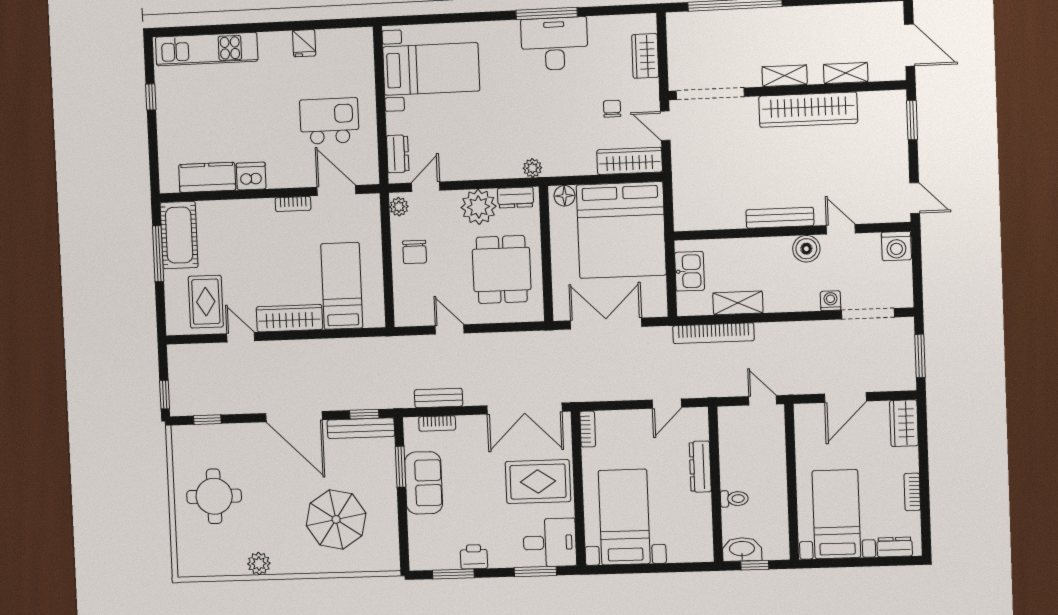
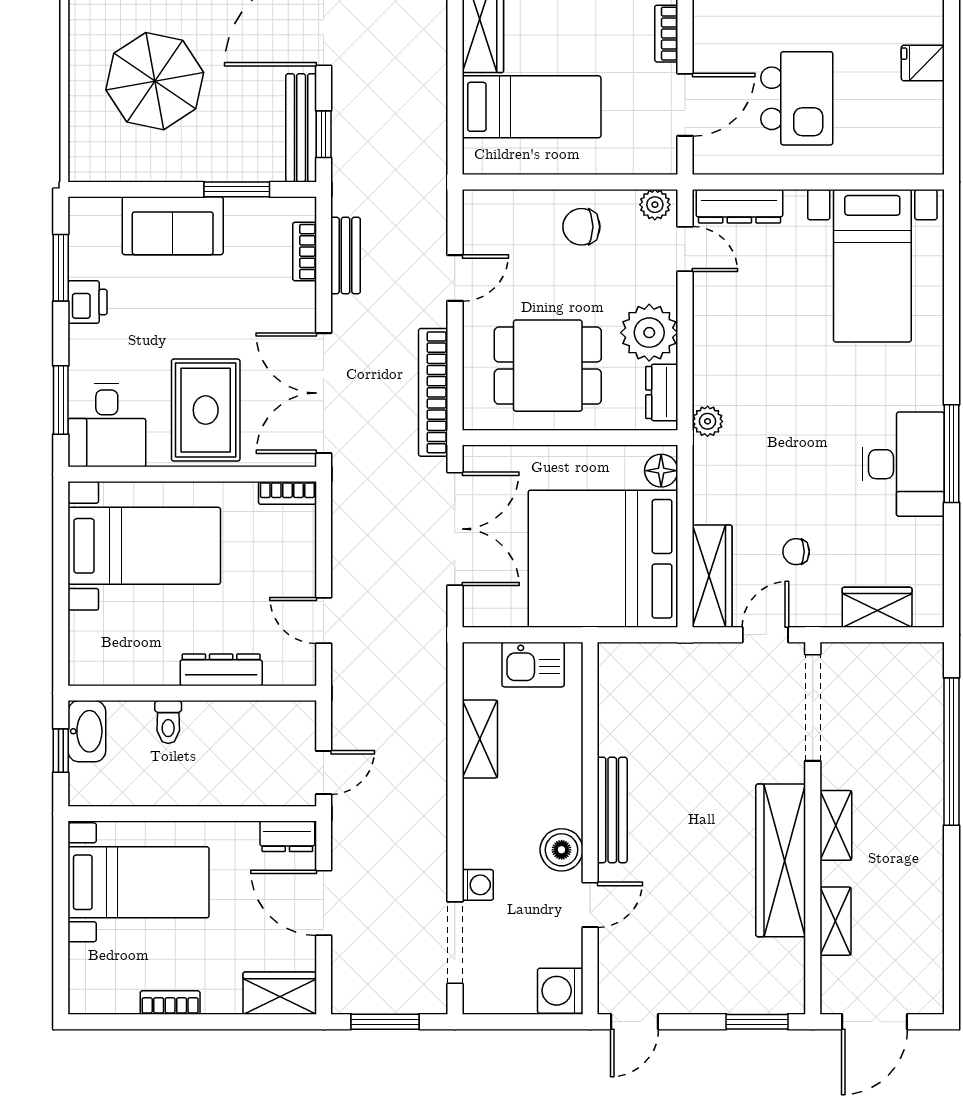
chair: (612, 109) -> (796, 552), turned 180
dresser: (398, 154) -> (739, 206), width x1.44
bookcase: (713, 333) -> (433, 392), moved
sofa: (424, 483) -> (173, 226), moved
dresser: (895, 547) -> (287, 836), moved, turned 90

